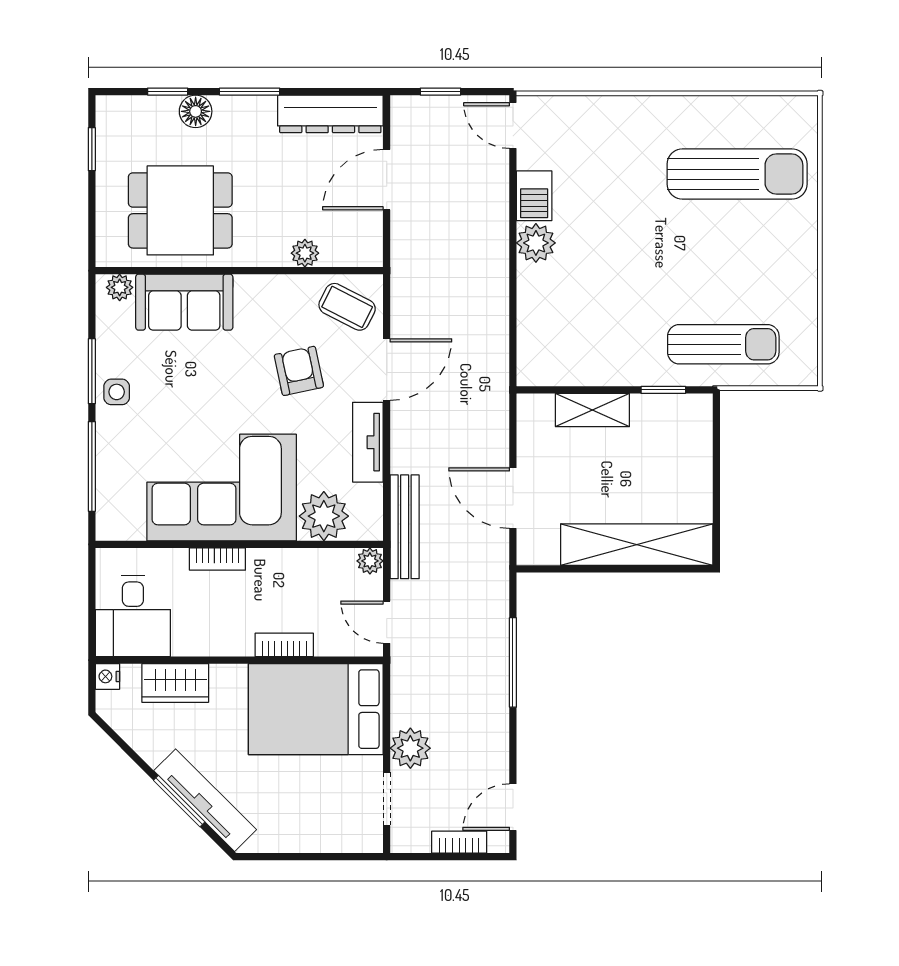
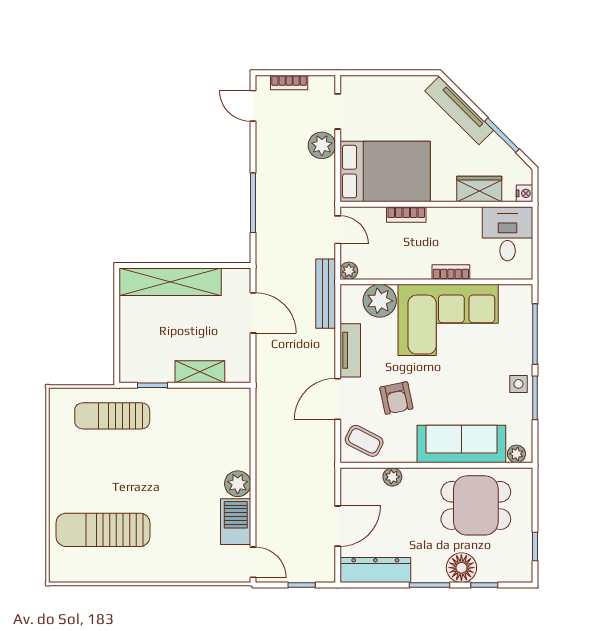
floor lamp: (196, 111) -> (461, 568), width x1.38, depth x1.38
barbecue: (534, 196) -> (236, 522), width x1.38, depth x1.27
sofa: (184, 302) -> (461, 444), width x1.36
window: (179, 801) -> (502, 135), moved
door: (513, 807) -> (253, 106), swing flipped

